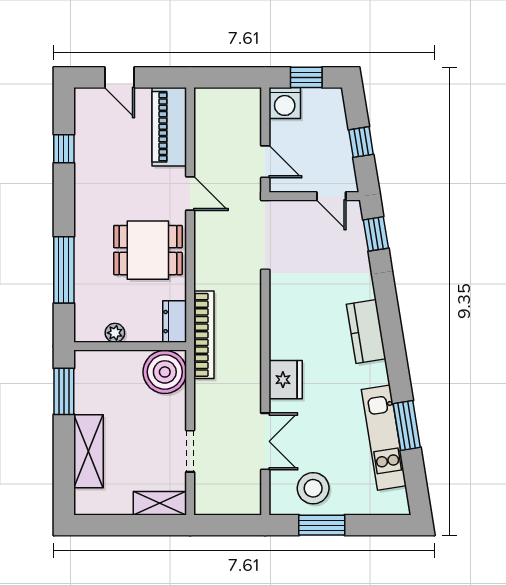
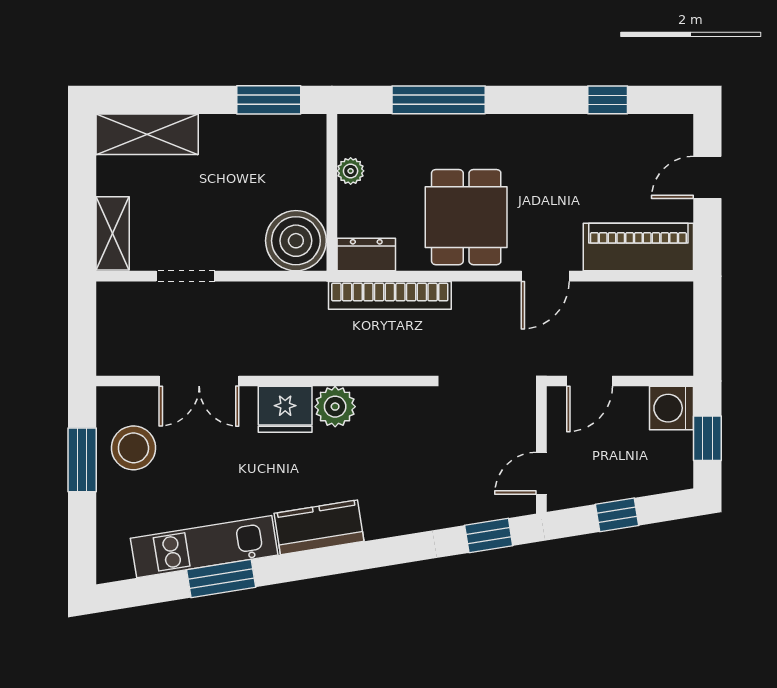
kitchen counter: (366, 331) -> (319, 527), moved
bookcase: (204, 335) -> (390, 295), moved
plant: (284, 344) -> (335, 407), added
shelving: (89, 451) -> (147, 134), moved

